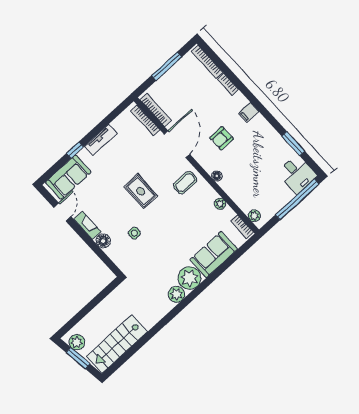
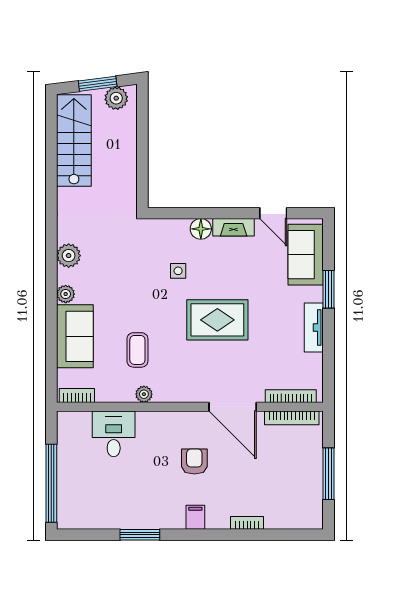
bookcase: (207, 62) -> (292, 522), removed
window: (293, 144) -> (140, 535), moved
window: (75, 150) -> (329, 289), width x1.50
desk: (297, 174) -> (114, 434), moved, turned 90
floor lamp: (217, 176) -> (158, 419), removed
coffee table: (185, 183) -> (137, 350), moved
rug: (141, 191) -> (217, 320), width x1.36, depth x1.43
plant: (220, 204) -> (144, 394), moved
plant: (254, 216) -> (76, 420), removed
plant: (189, 278) -> (66, 294), width x0.53, depth x0.53

